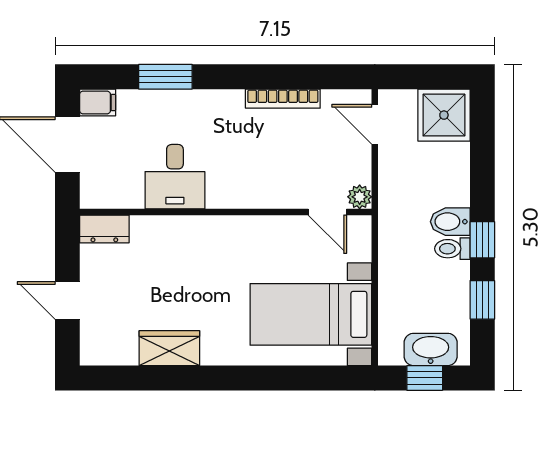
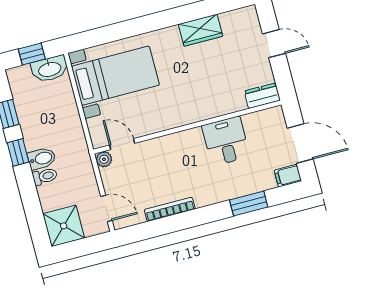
toilet: (452, 249) -> (45, 176), moved
washbasin: (431, 349) -> (50, 69), moved

